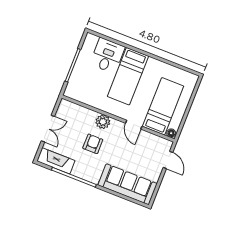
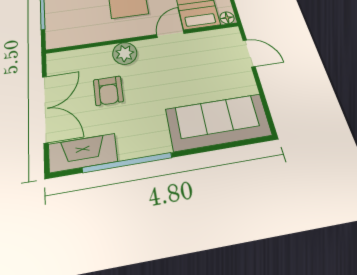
door: (134, 125) -> (170, 34), swing flipped
double door: (48, 129) -> (45, 109), width x1.37
armchair: (93, 144) -> (108, 91), moved, turned 180

